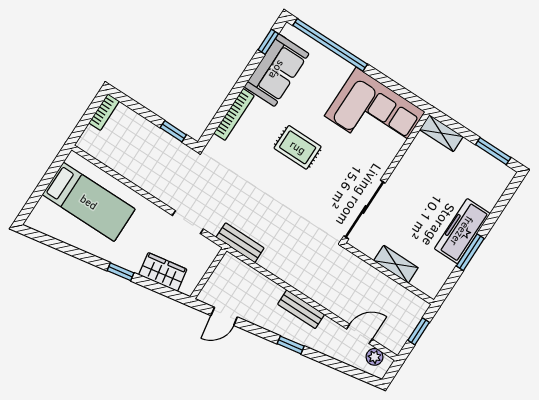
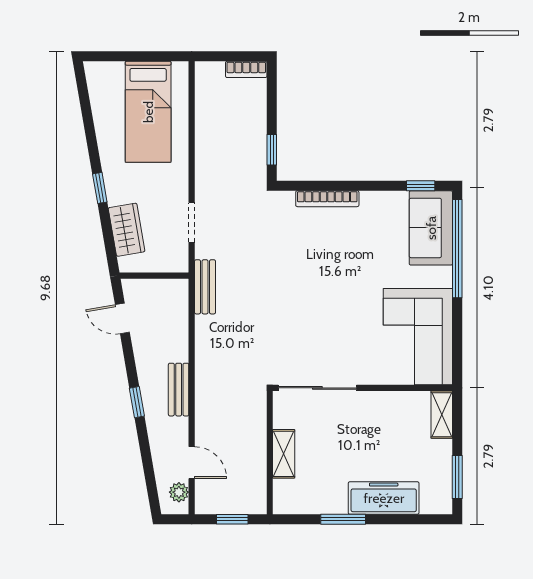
sofa: (277, 70) -> (431, 228), moved, turned 90
rug: (298, 147) -> (336, 282), removed
freezer: (462, 231) -> (384, 498), moved

